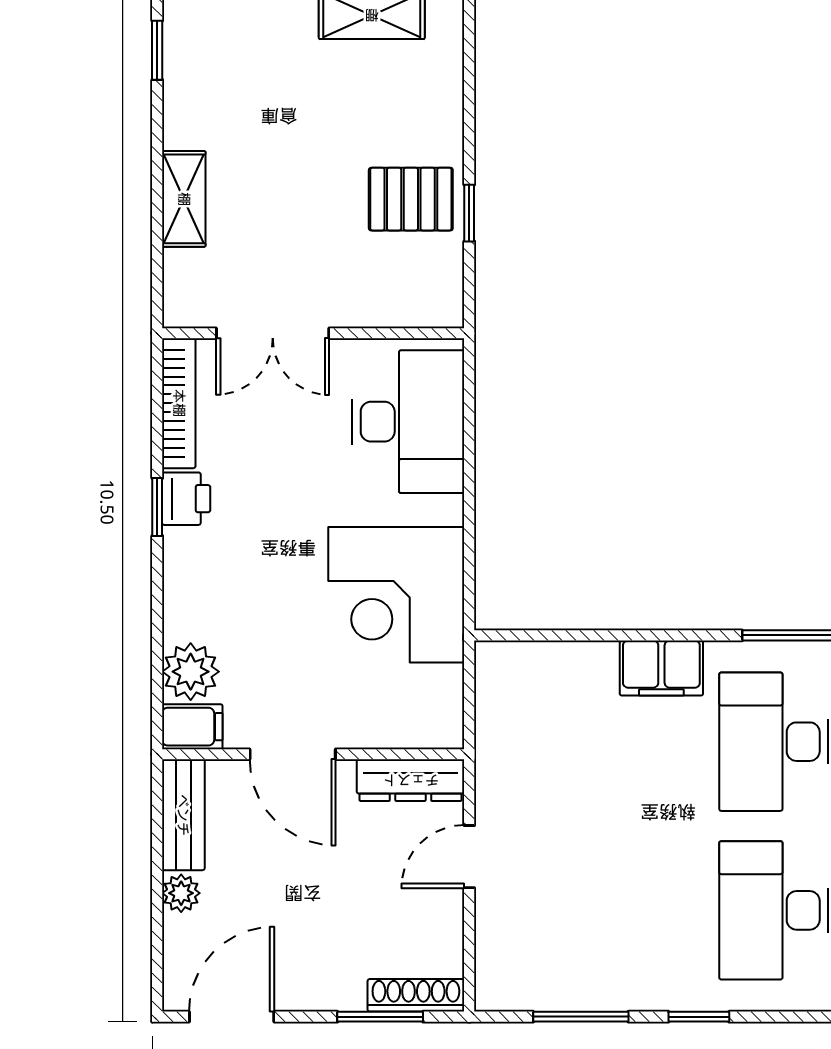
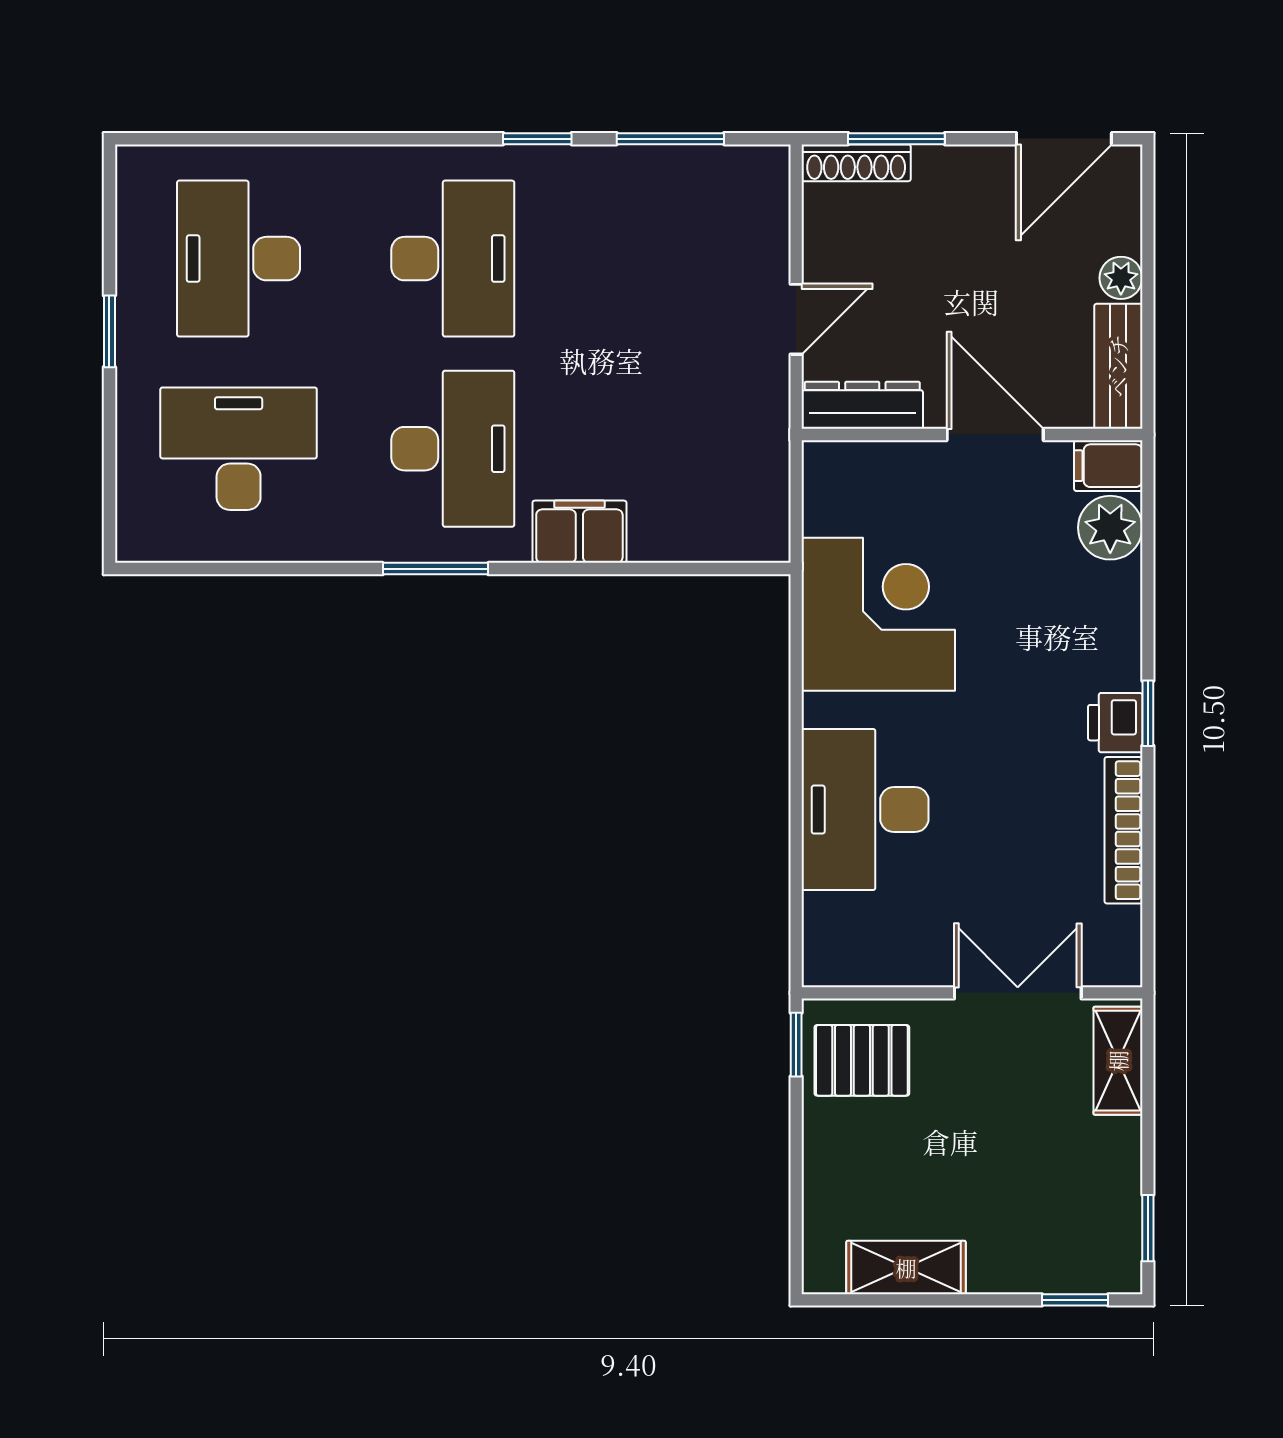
double door: (273, 333) -> (1018, 993), moved
wall: (313, 333) -> (972, 993), moved

